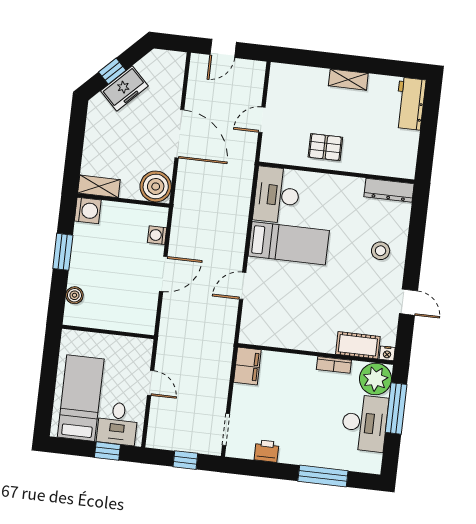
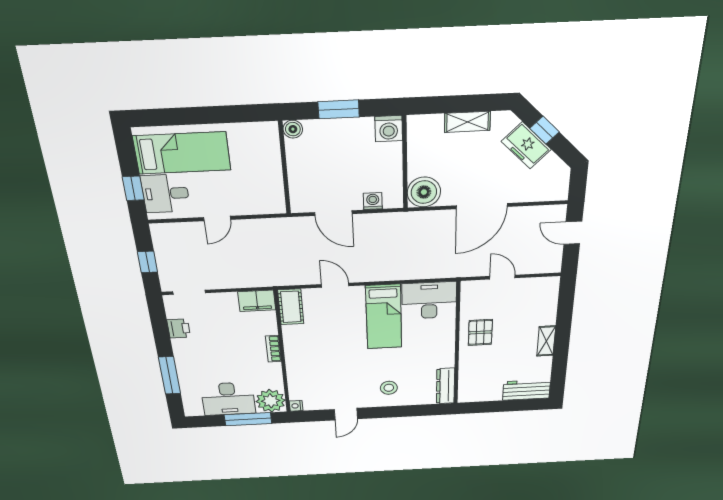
shelving: (99, 186) -> (467, 122), moved, turned 90
wall: (108, 332) -> (285, 168), moved
cot: (358, 345) -> (291, 307), moved
bookcase: (334, 365) -> (273, 349), moved

